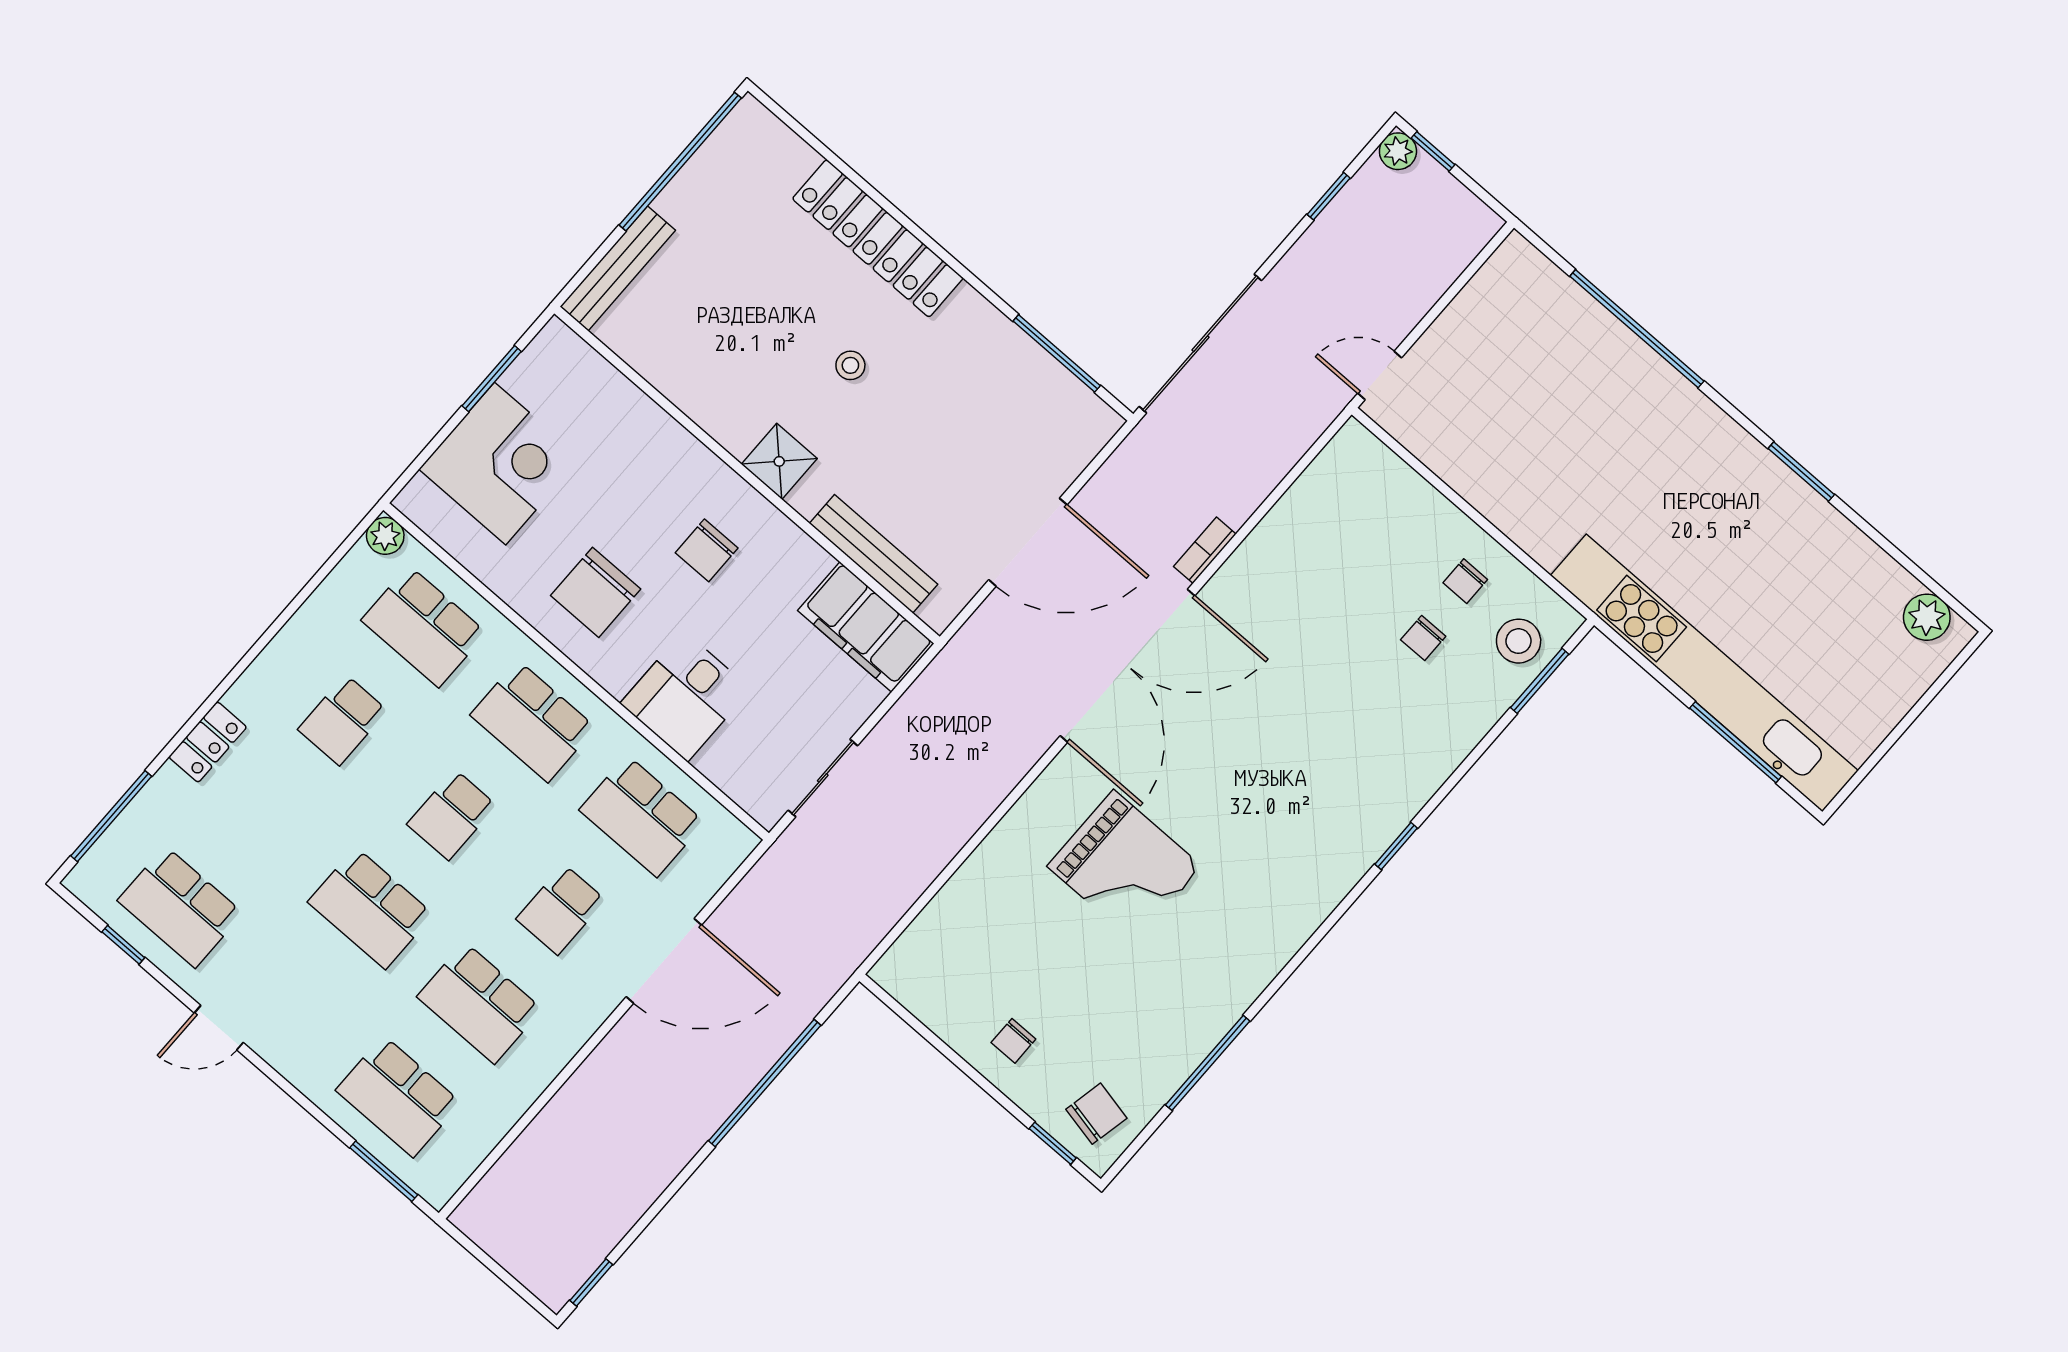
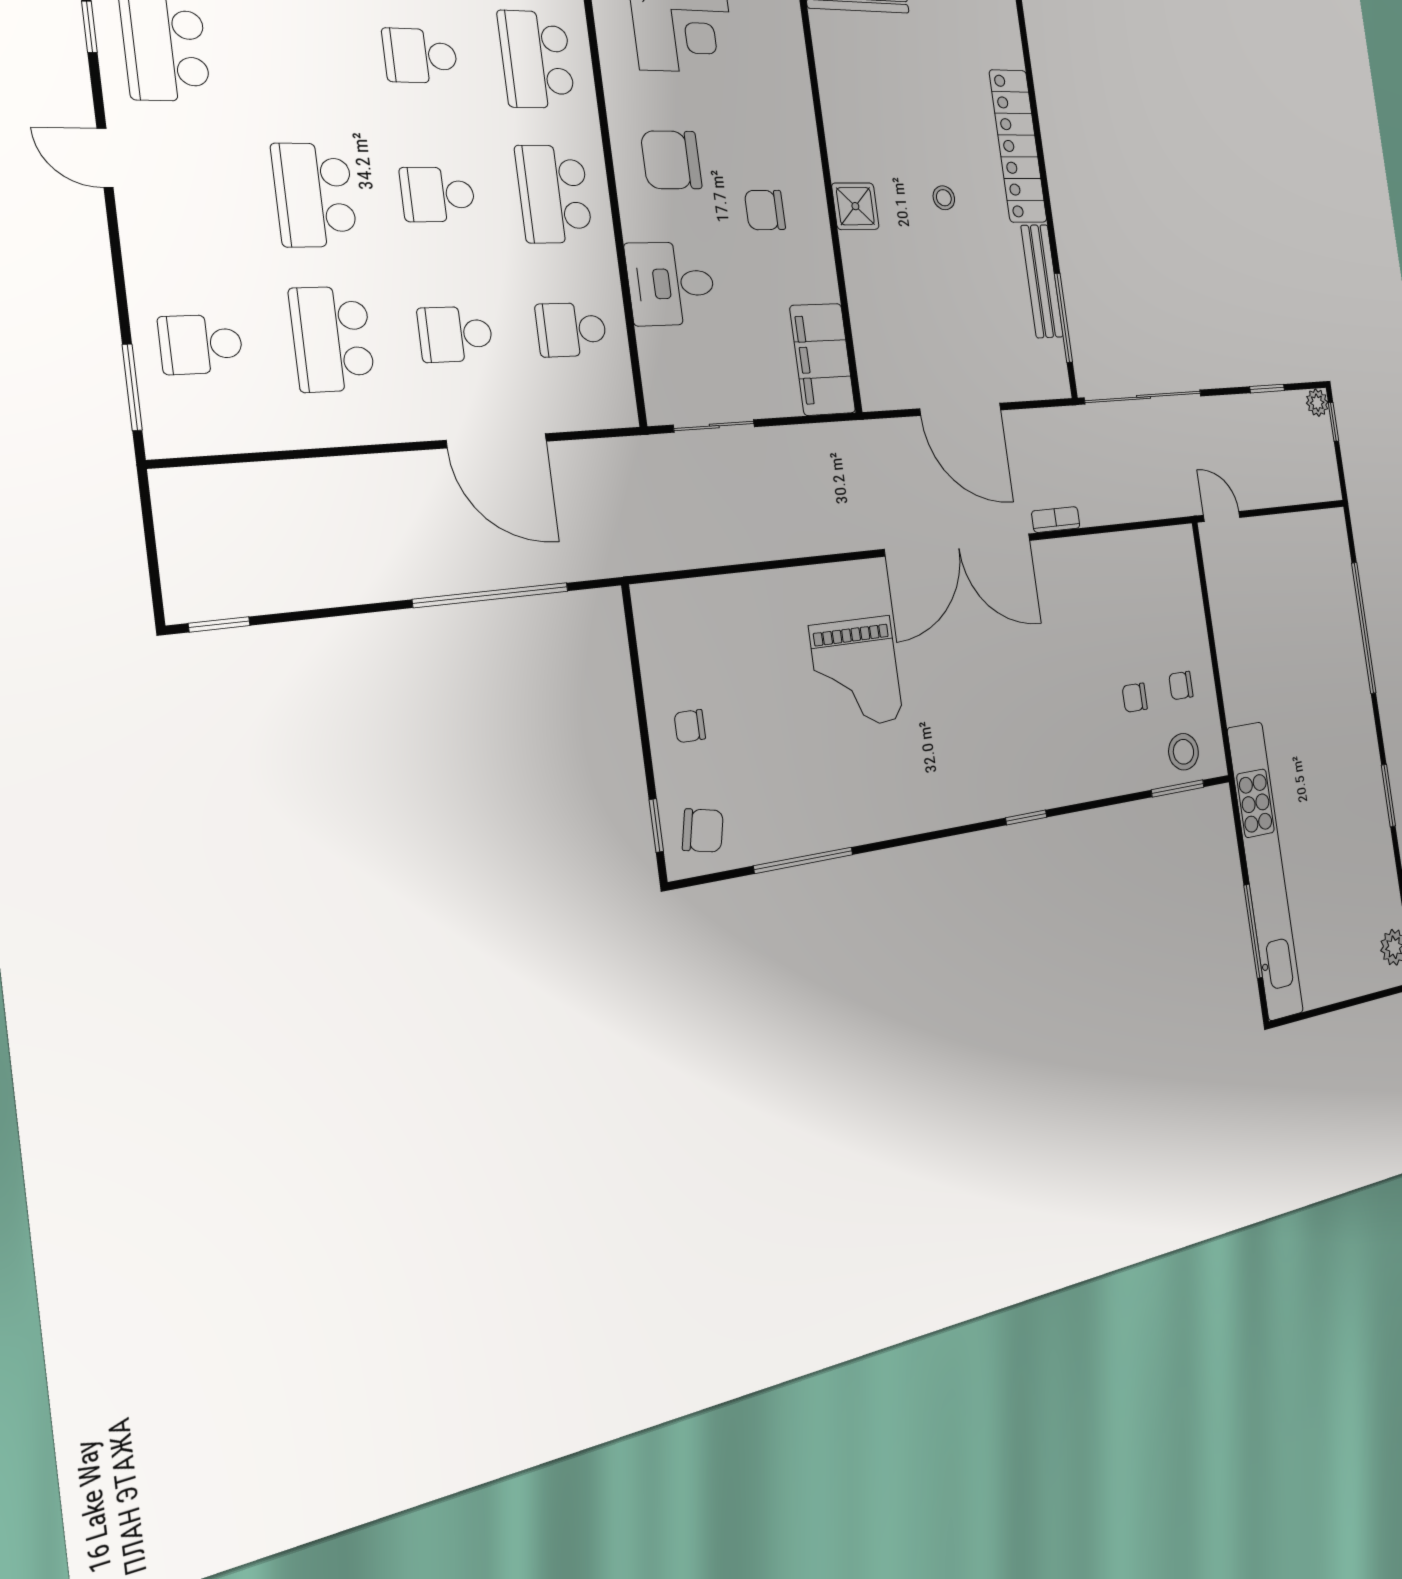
bench: (874, 554) -> (1042, 281), moved
school desk: (642, 816) -> (571, 330), width x0.54
school desk: (398, 1096) -> (201, 344), width x0.54

